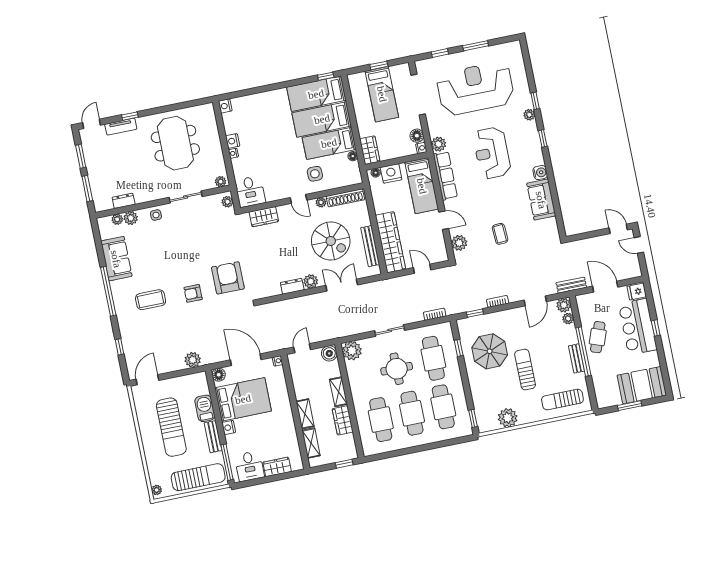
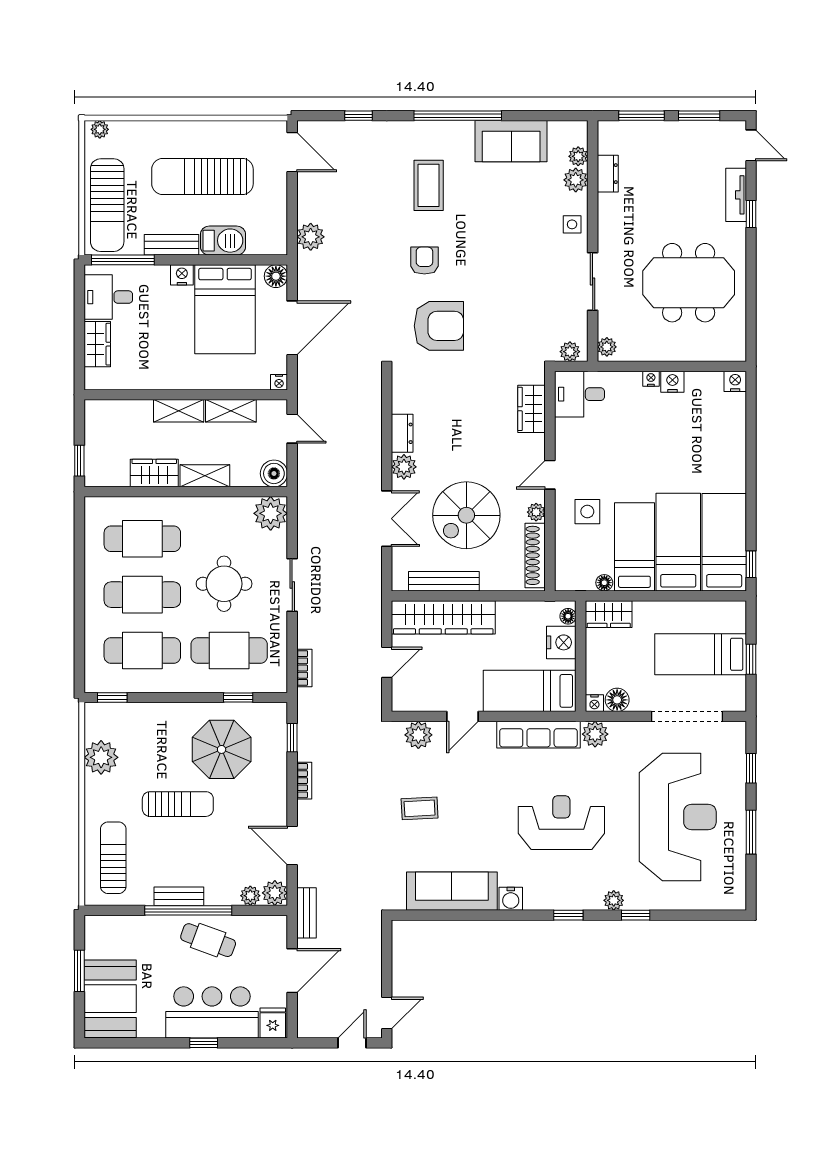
sofa: (541, 200) -> (452, 891), width x1.36
shelving: (311, 443) -> (231, 411), moved

